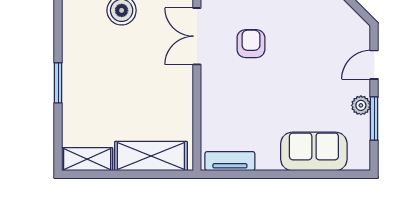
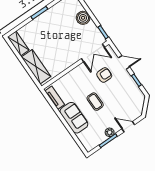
double door: (197, 36) -> (93, 53), swing flipped
coffee table: (287, 93) -> (95, 102), added
sofa: (314, 151) -> (74, 118), moved

